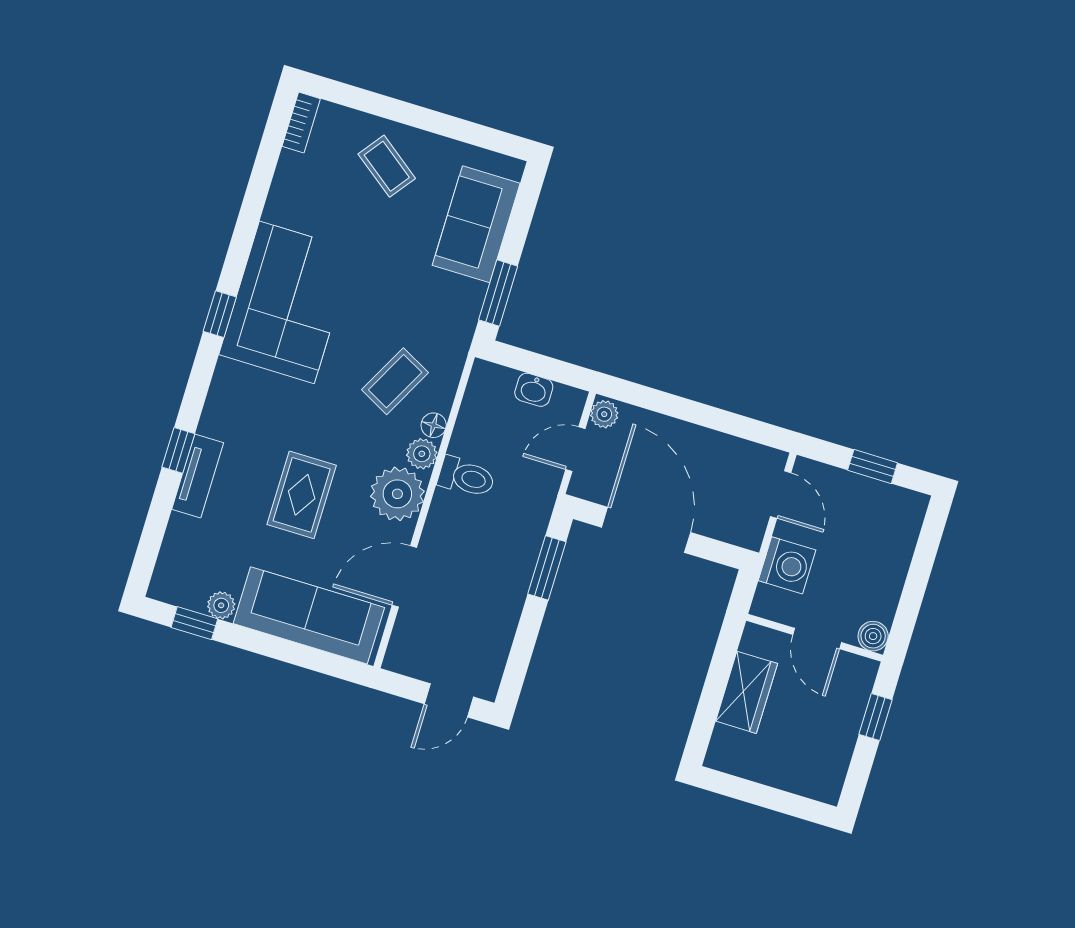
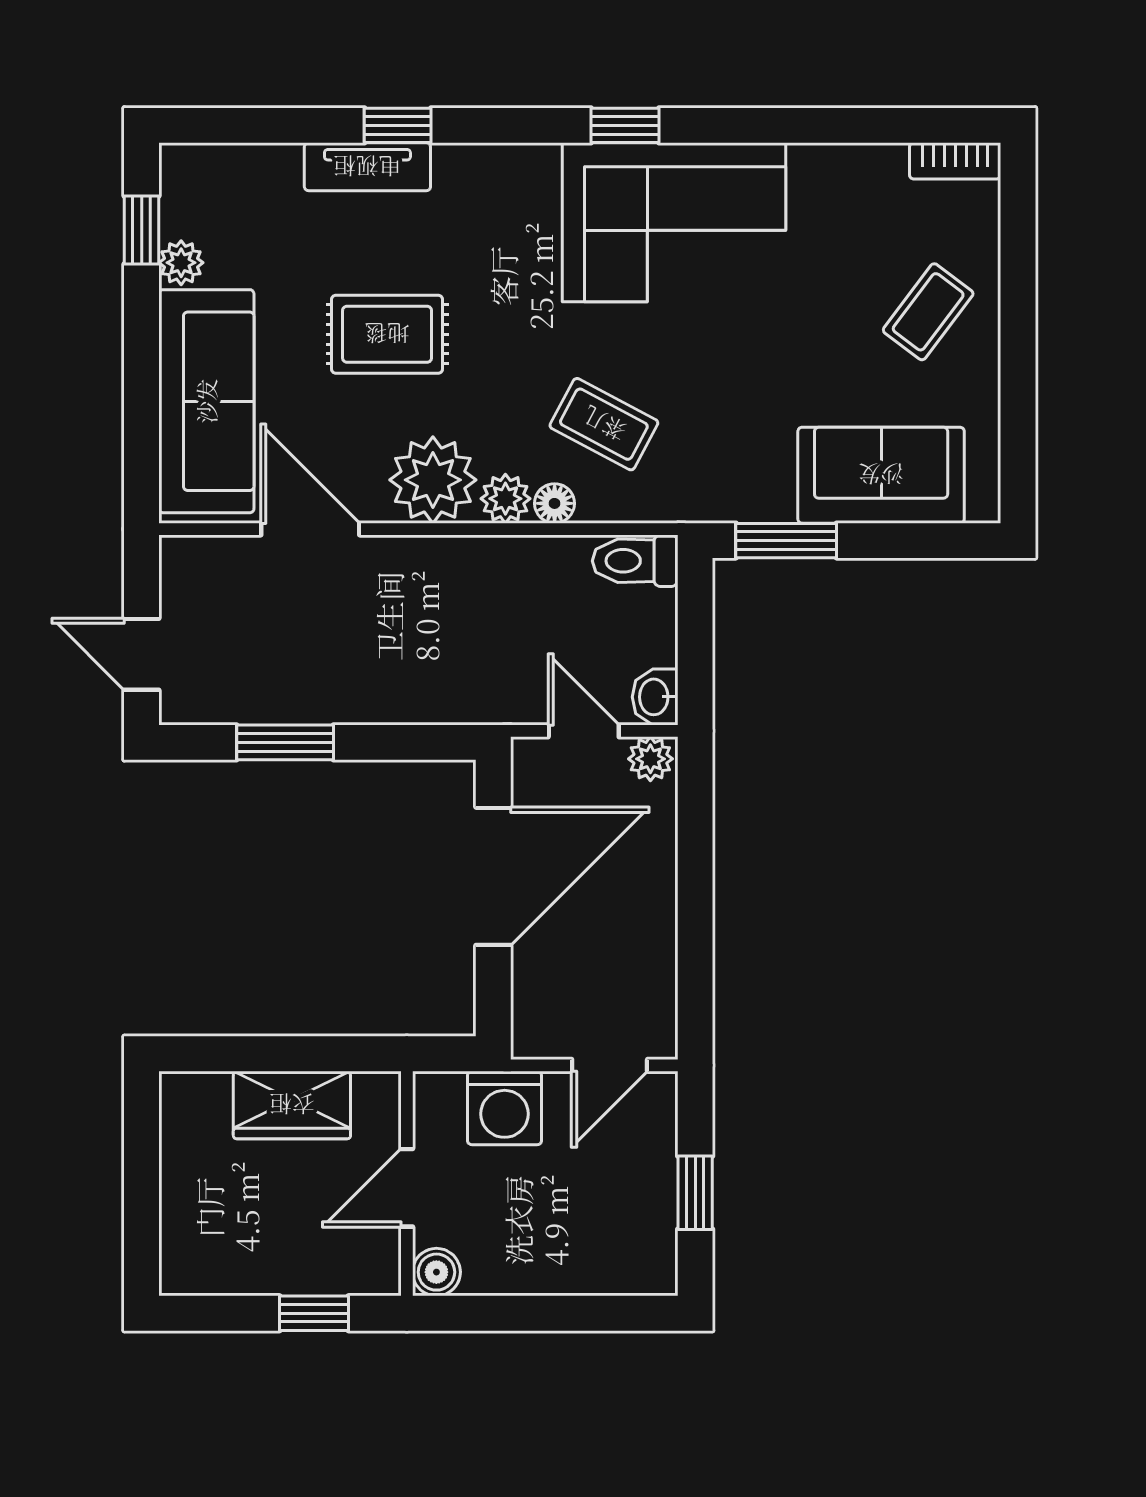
washbasin: (534, 390) -> (655, 697), moved
toilet: (466, 477) -> (635, 561), moved, turned 90
window: (547, 568) -> (285, 742), moved

